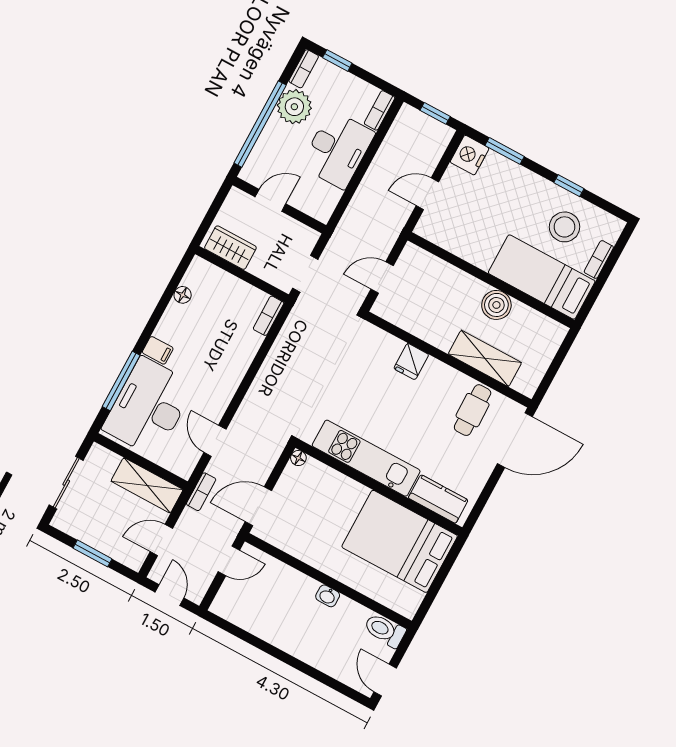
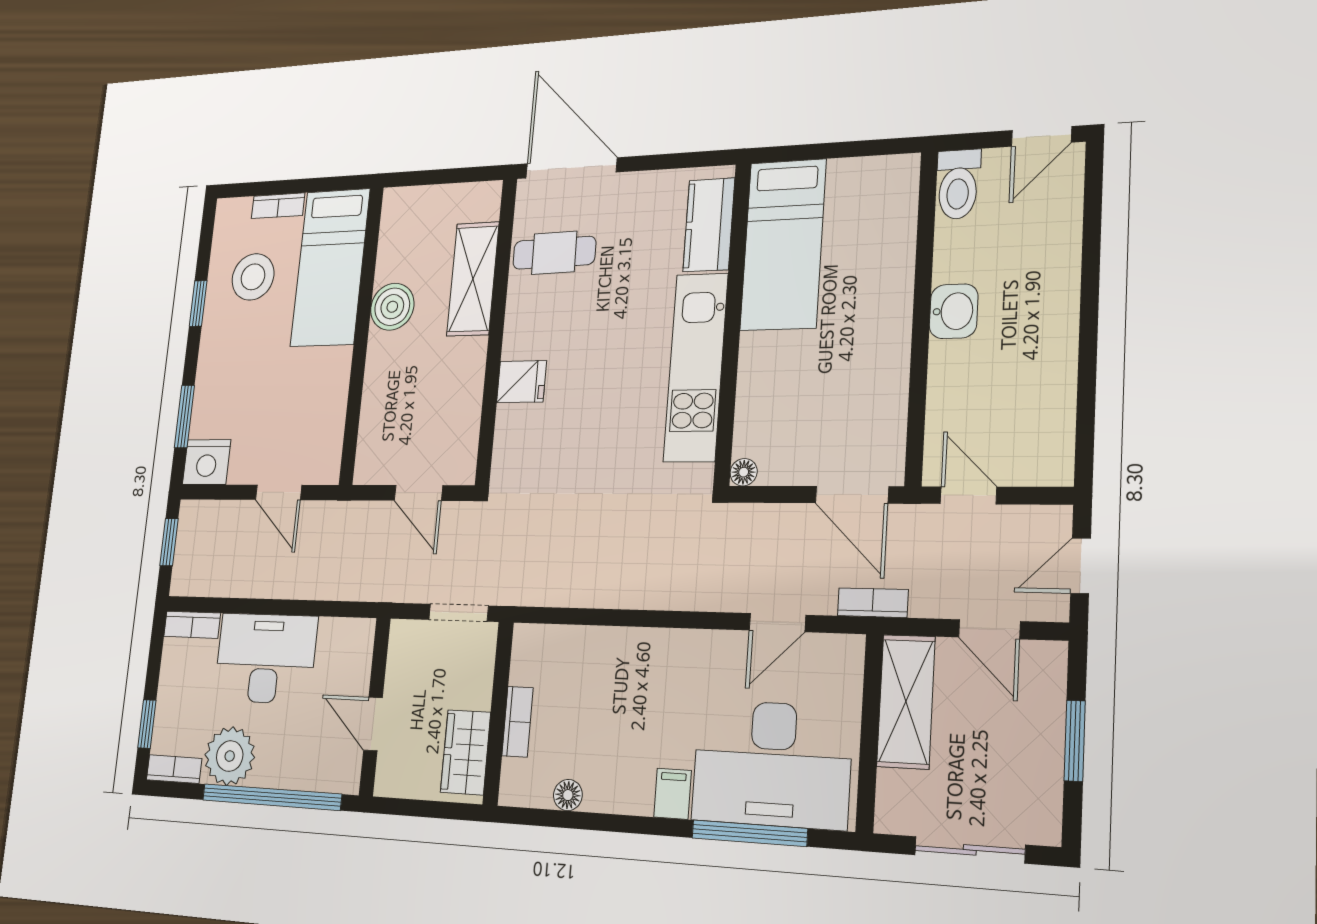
bookcase: (269, 316) -> (517, 722), moved, turned -90
bed: (400, 541) -> (783, 245), width x0.67
washbasin: (328, 596) -> (954, 311), width x1.38, depth x1.45

